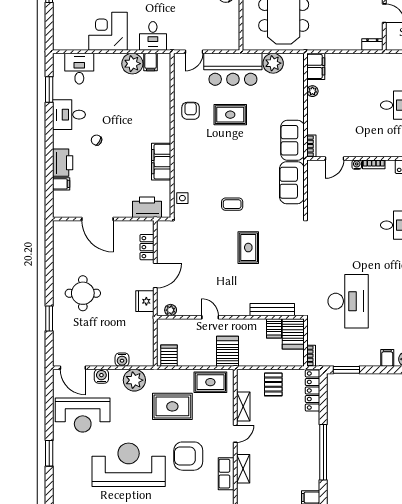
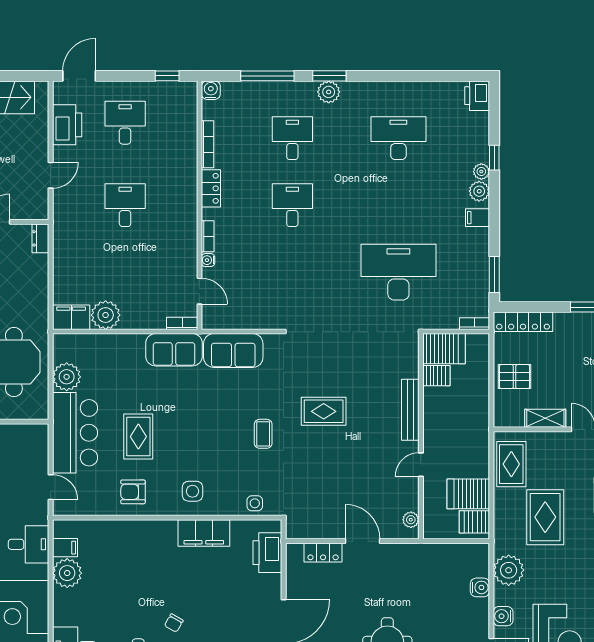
plant: (312, 91) -> (106, 315), width x1.88, depth x1.88
side table: (191, 154) -> (192, 491), added
fridge: (145, 301) -> (398, 556), removed
bench: (272, 310) -> (410, 410), moved
server rack: (228, 351) -> (468, 494), moved

